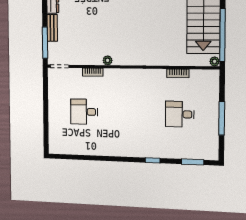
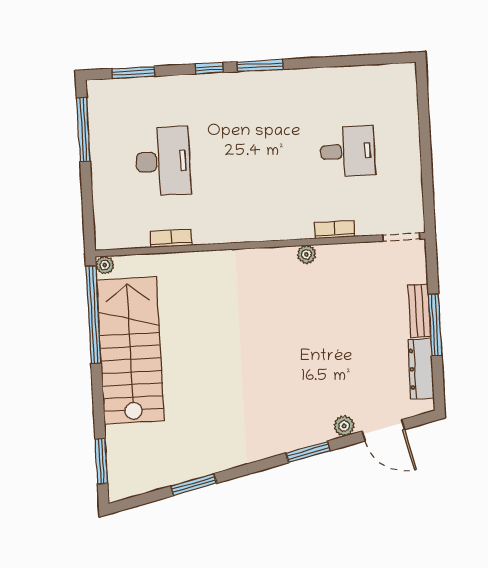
window: (45, 43) -> (435, 325), moved
desk: (180, 114) -> (163, 161), width x1.37
window: (222, 118) -> (83, 130), moved
window: (126, 159) -> (260, 66), added

